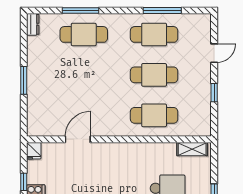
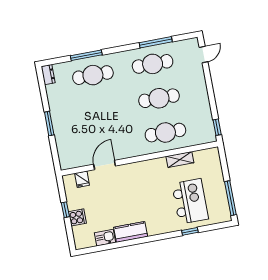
door: (214, 53) -> (204, 54), moved
window: (214, 93) -> (217, 127), moved
shelving: (192, 149) -> (180, 159), moved
fridge: (34, 151) -> (82, 179), moved

